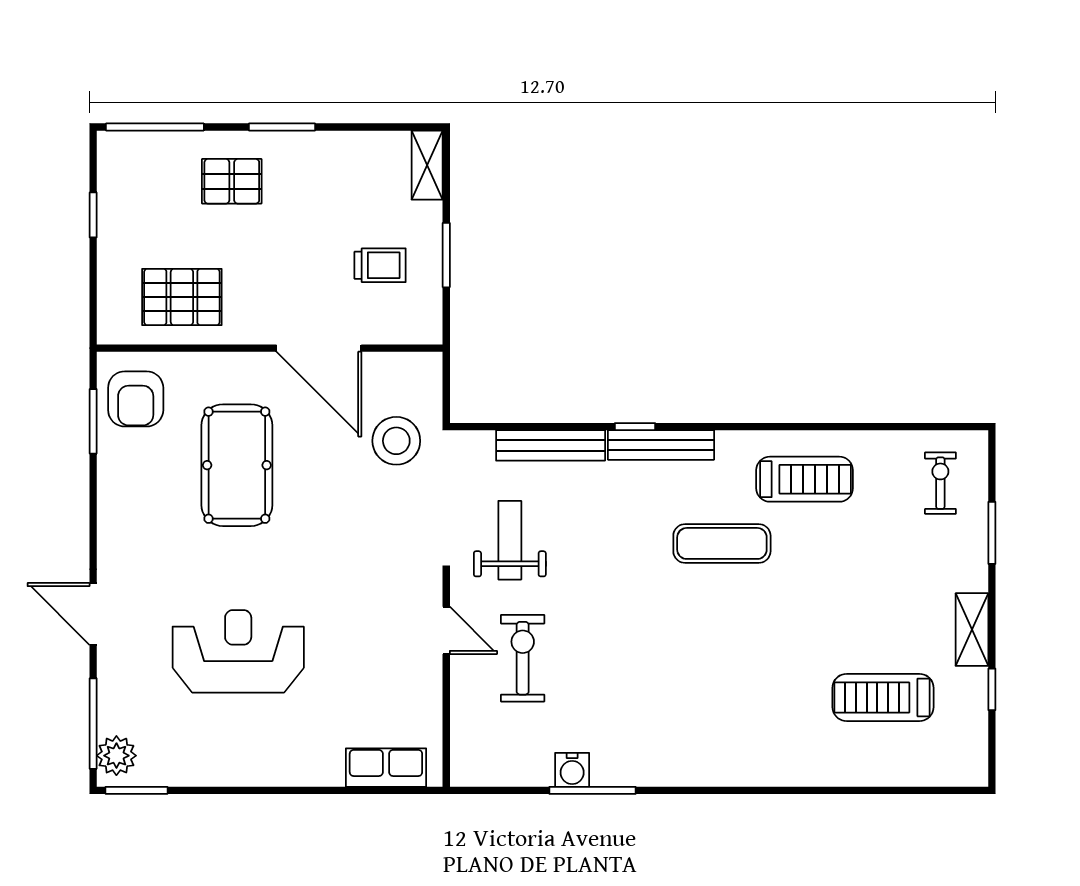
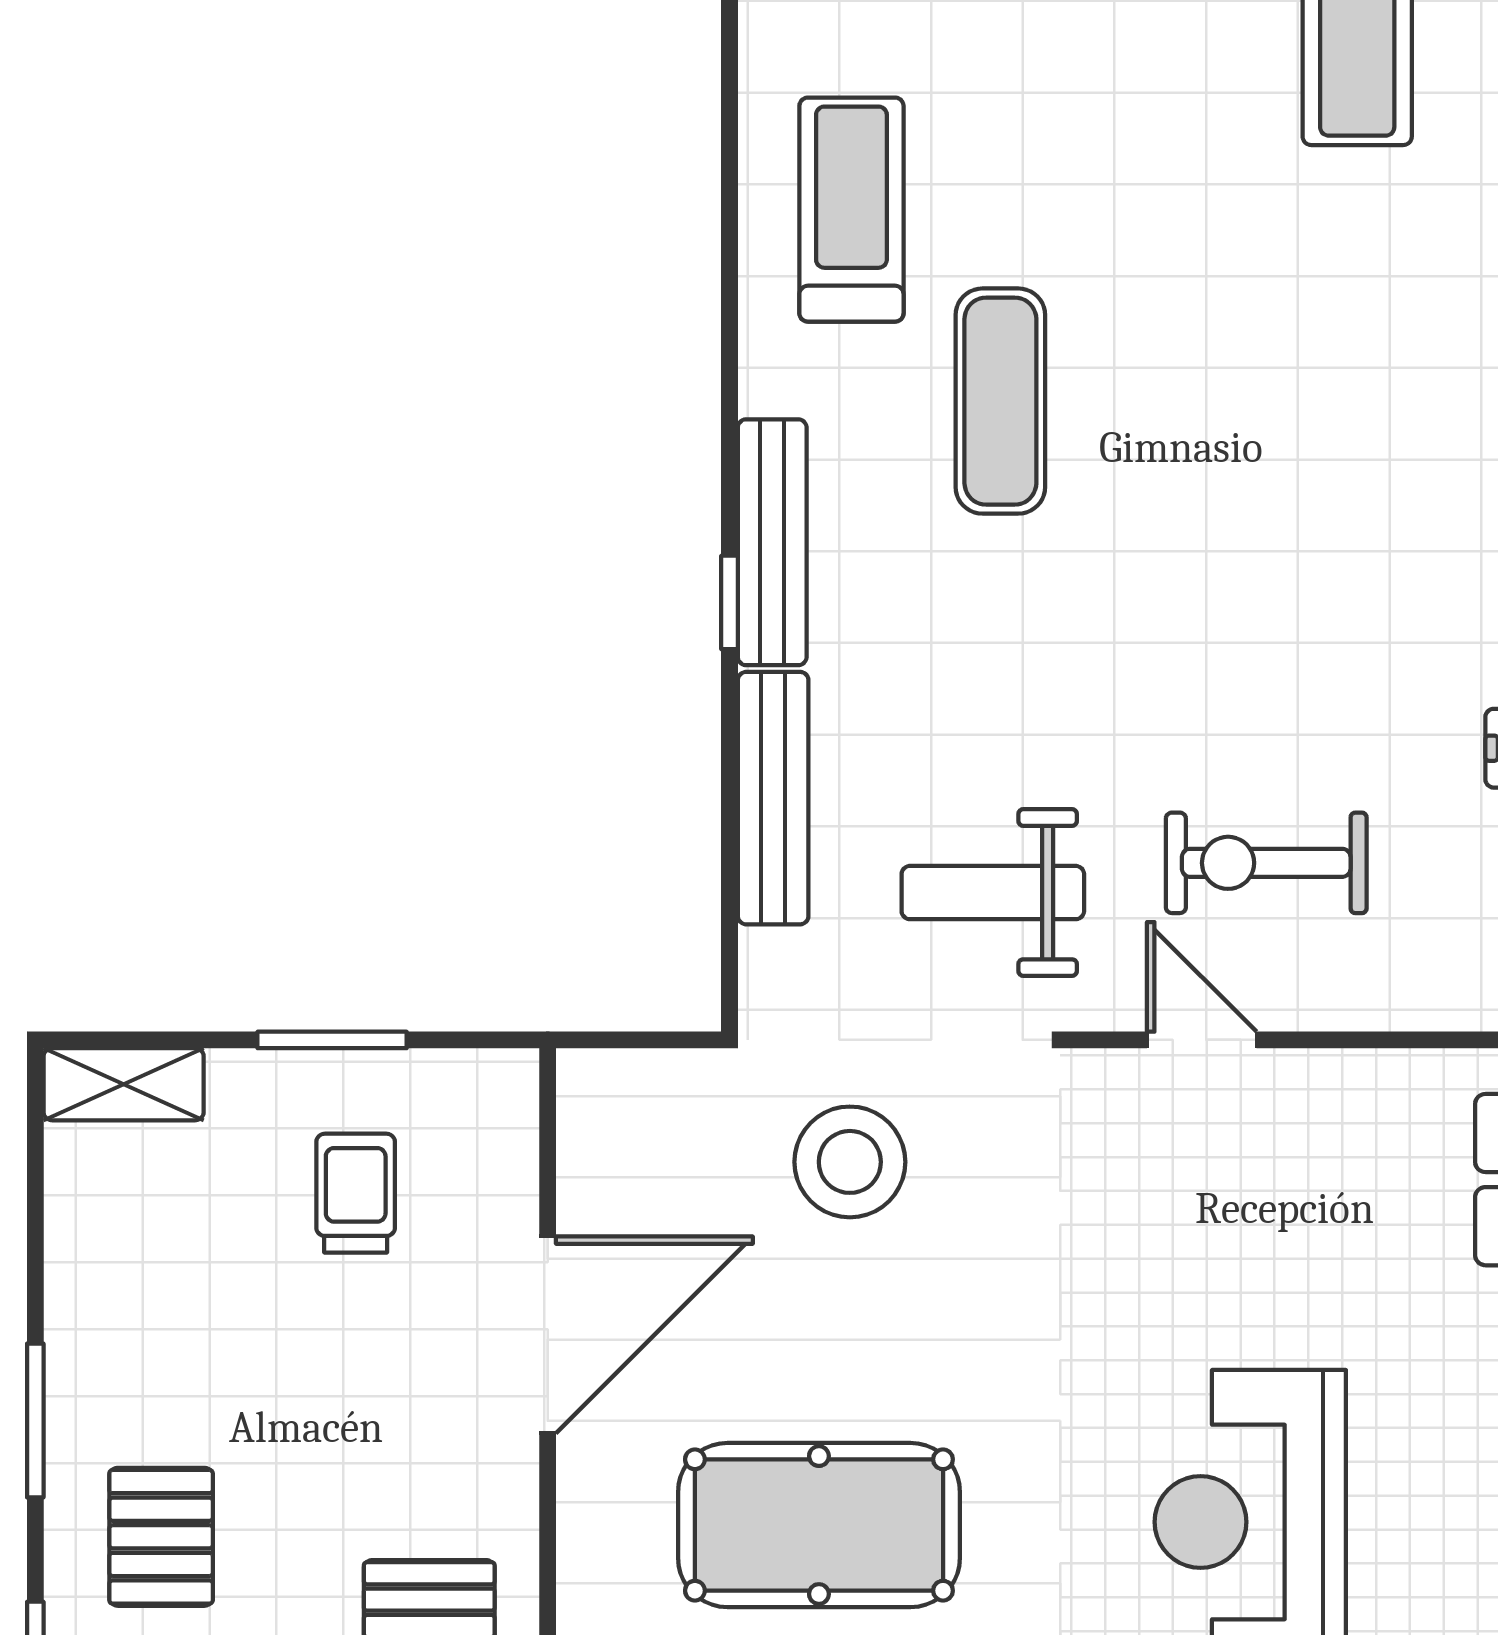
stool: (396, 441) -> (850, 1162), moved
door: (446, 630) -> (1202, 1040), hinge flipped

